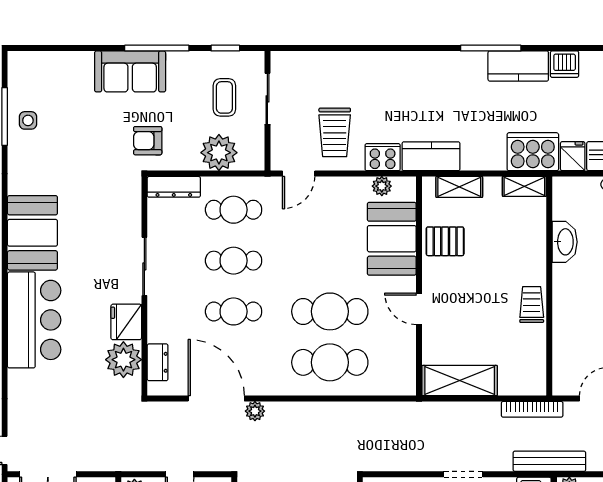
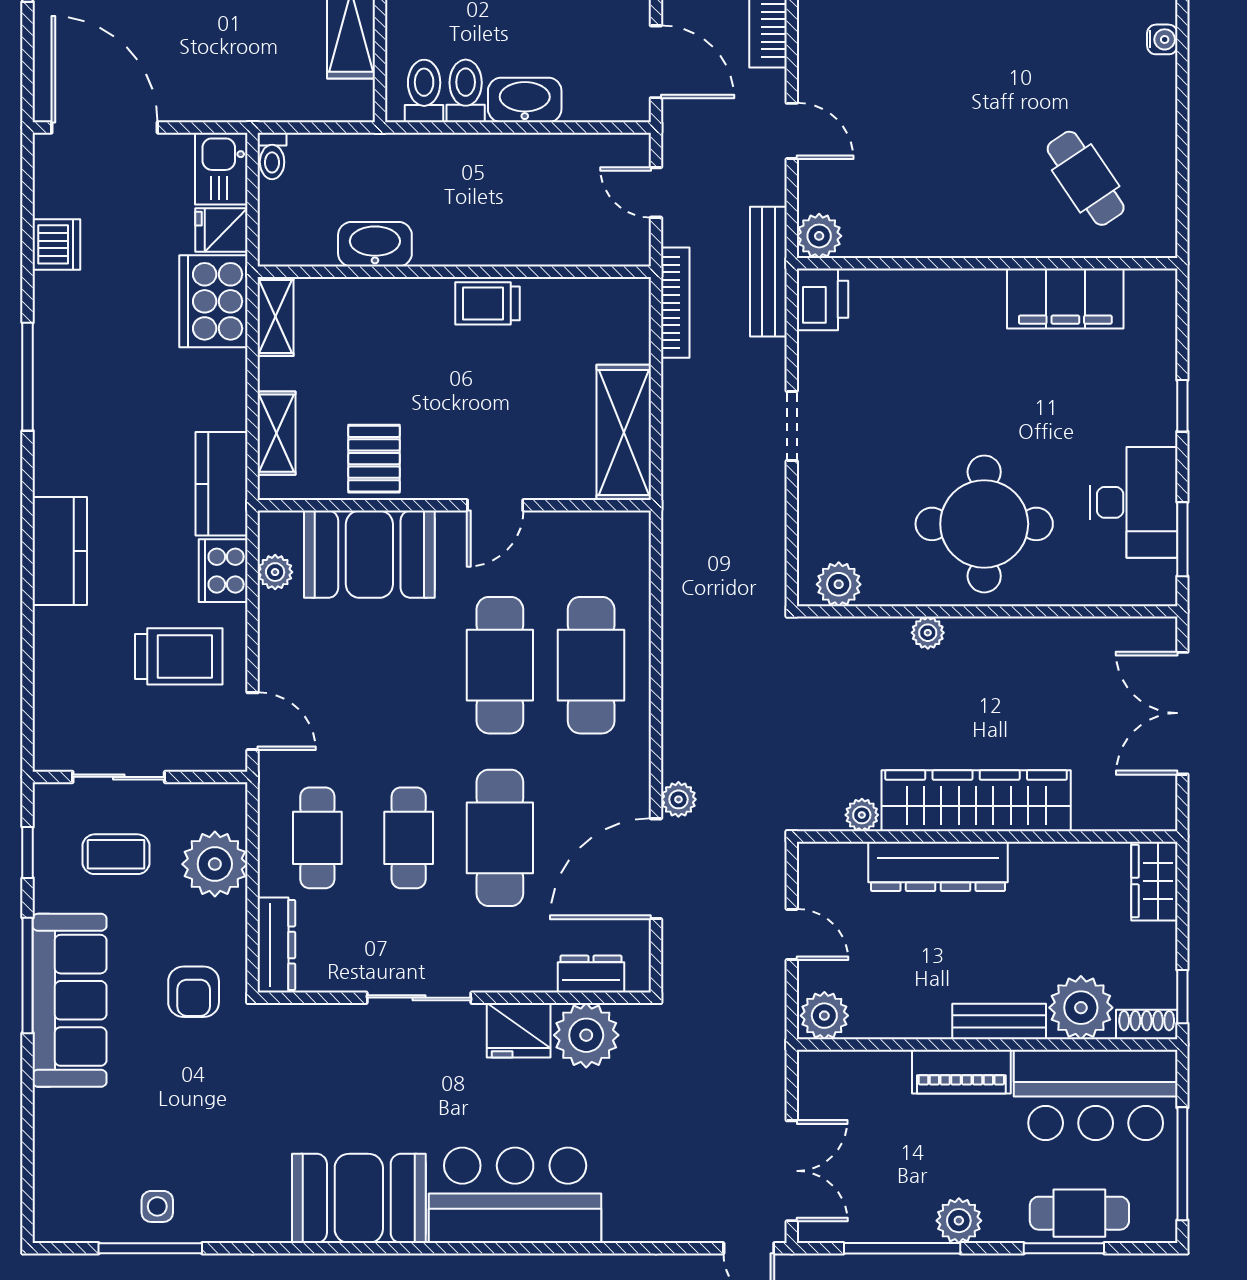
kitchen counter: (518, 66) -> (60, 551), moved
sofa: (130, 71) -> (70, 1000), width x1.36
cafe table: (234, 311) -> (500, 838), width x1.37, depth x1.35

